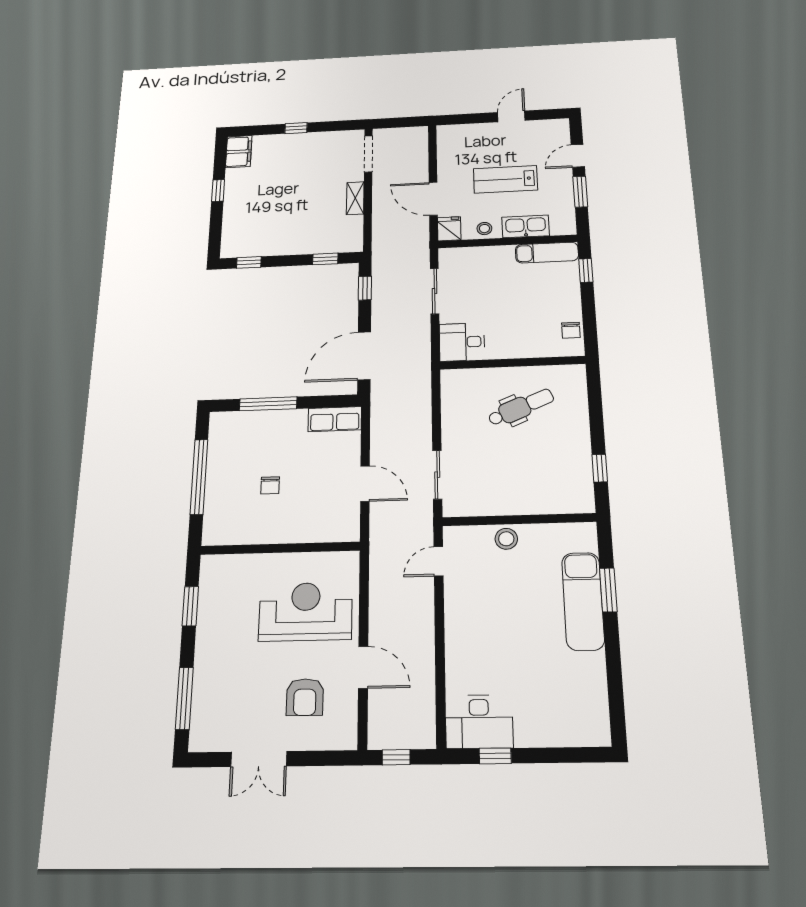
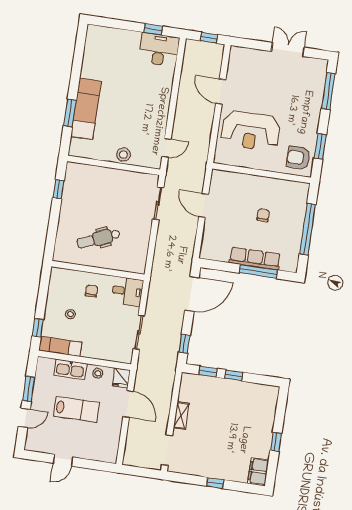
window: (249, 262) -> (234, 375), moved
stool: (541, 297) -> (70, 314), added
chair: (571, 330) -> (91, 291), moved
row of seats: (335, 419) -> (255, 258), moved, width x1.48
armchair: (305, 697) -> (298, 158), moved, turned -90

